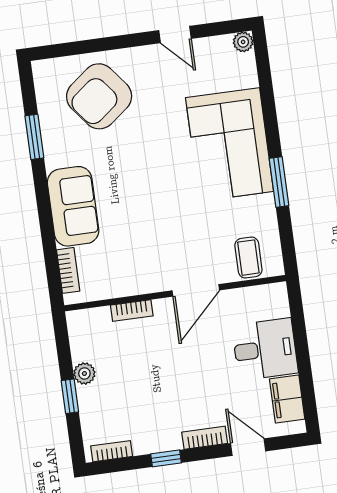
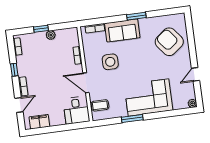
window: (34, 137) -> (136, 16), moved
side table: (147, 234) -> (110, 62), added
desk: (265, 349) -> (76, 110), moved

